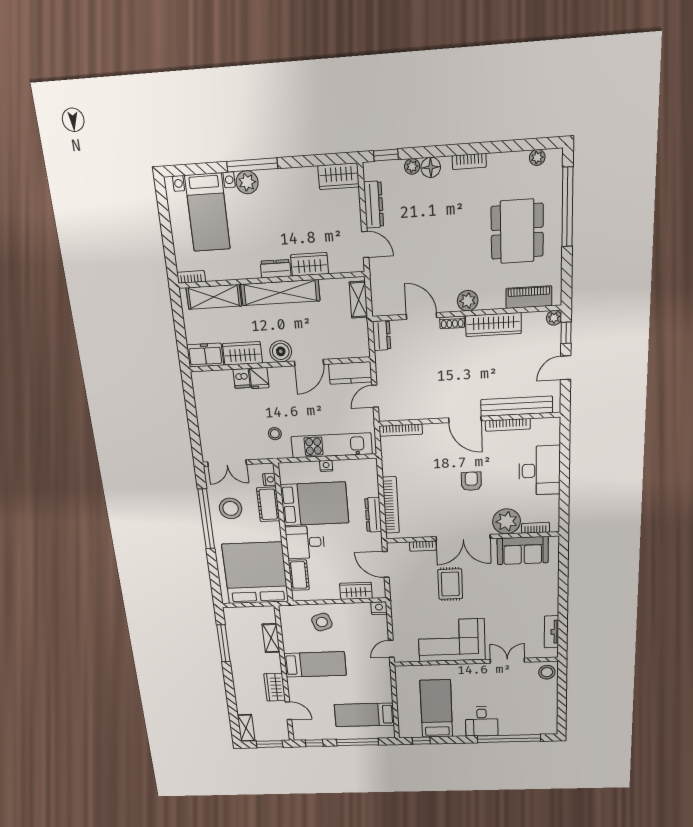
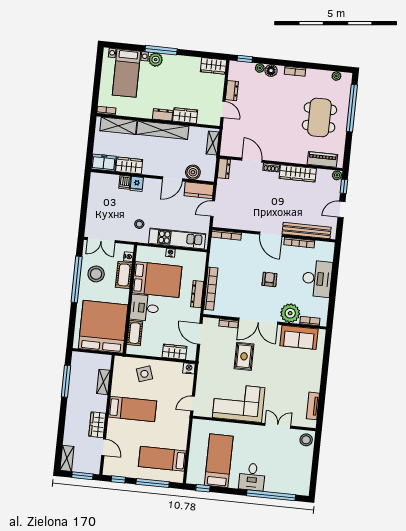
dresser: (374, 205) -> (232, 91), width x0.70
plant: (468, 301) -> (283, 155), removed
boiler: (281, 351) -> (193, 172), moved

